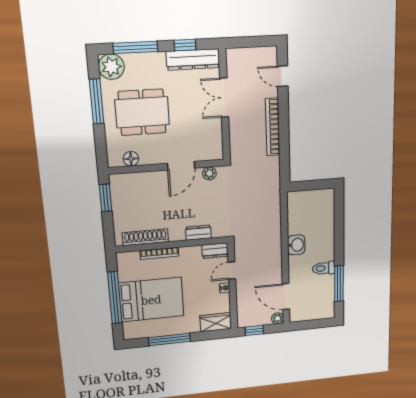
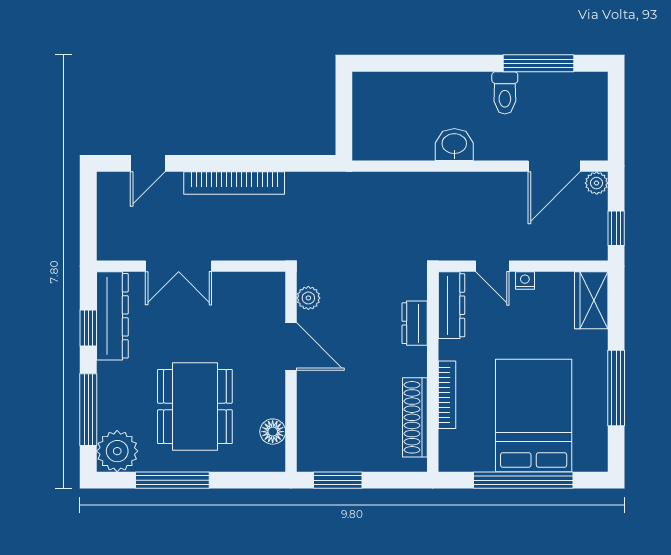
dresser: (215, 251) -> (451, 305), width x1.44

